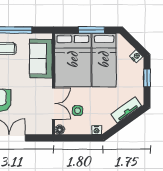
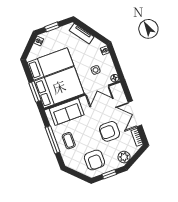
window: (91, 30) -> (35, 92), moved
double door: (53, 104) -> (97, 90), swing flipped

